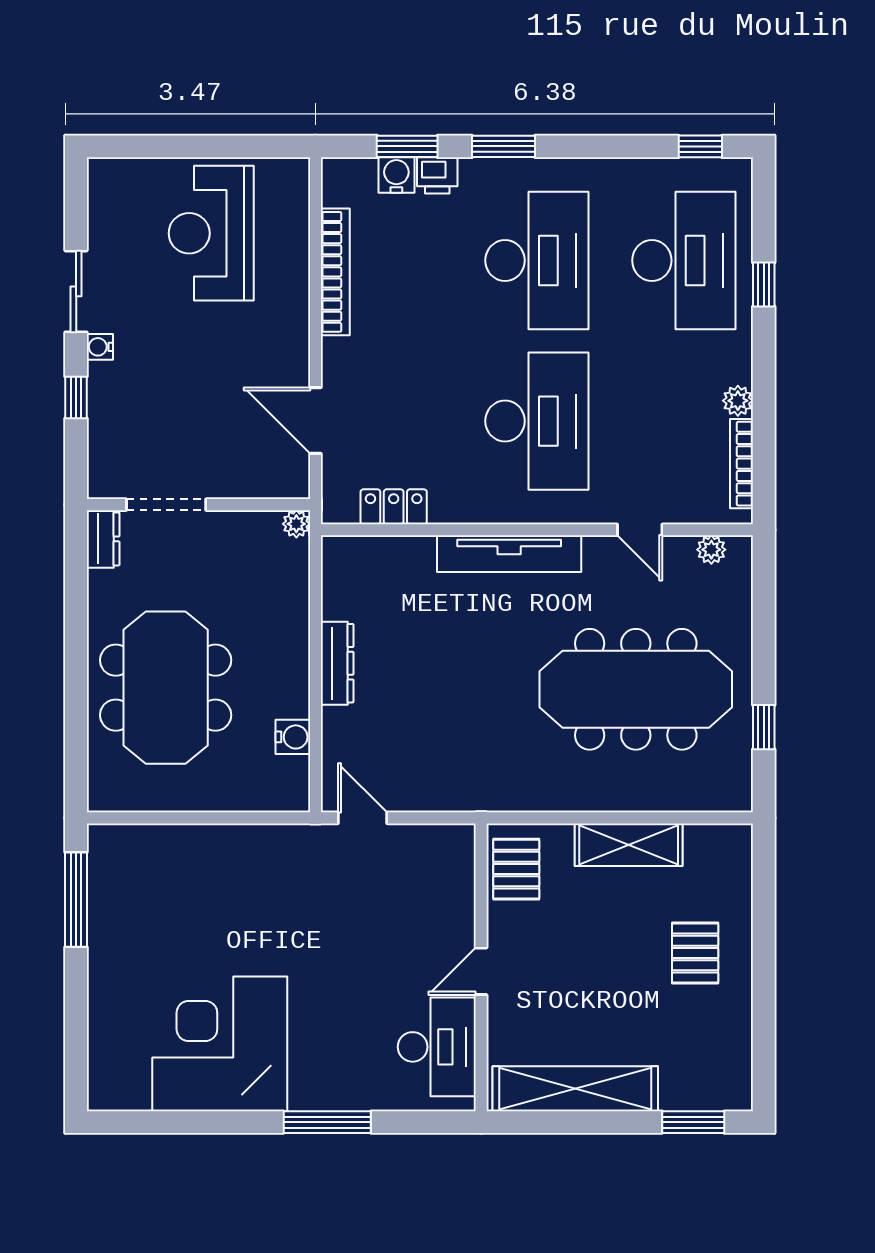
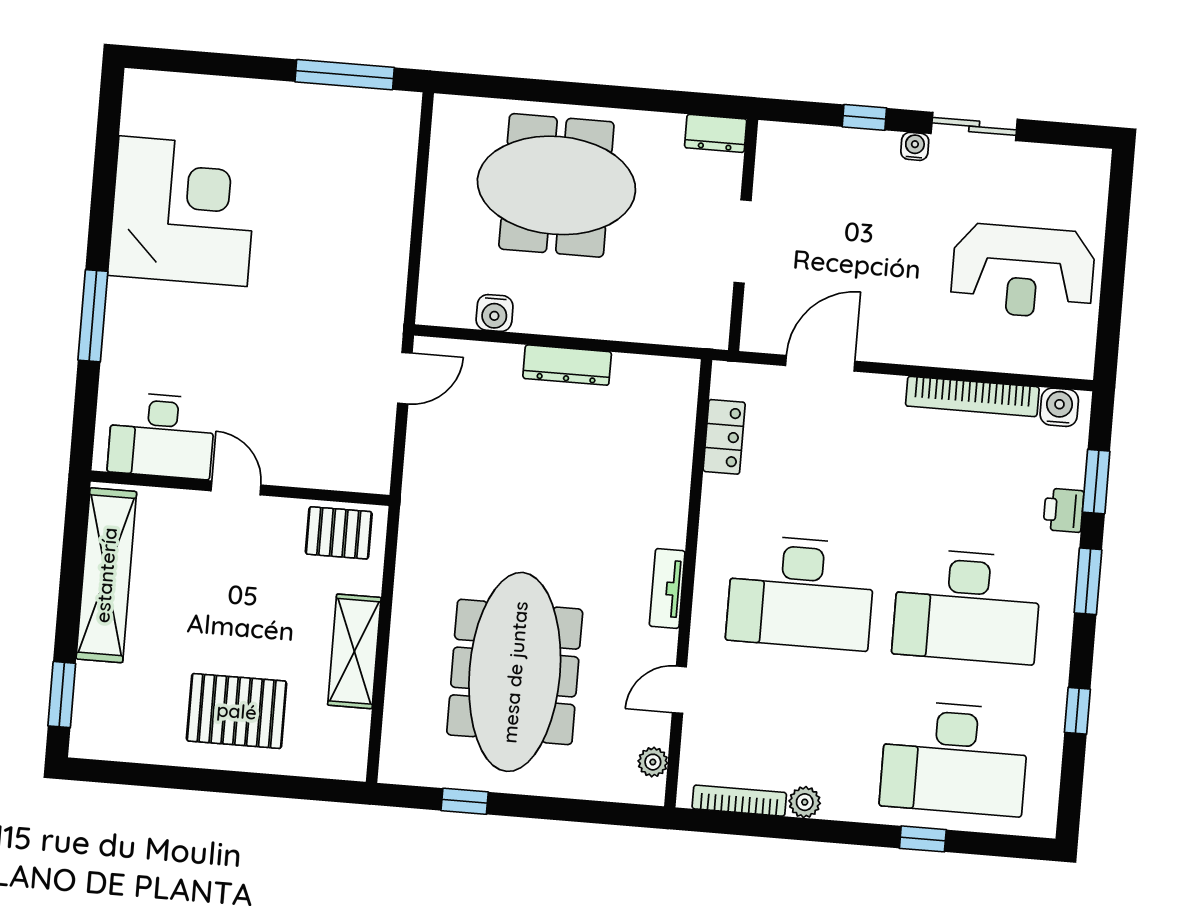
window: (700, 146) -> (1077, 711), moved
water cooler: (396, 175) -> (1059, 407), moved, turned -90
reception desk: (211, 233) -> (1023, 271), turned 180
doorway: (166, 505) -> (743, 241), moved
plant: (296, 524) -> (715, 335), removed
tv unit: (509, 554) -> (667, 588), width x0.52, depth x0.78
pallet: (695, 953) -> (237, 711), width x1.50, depth x1.42

